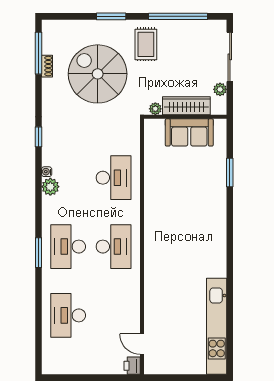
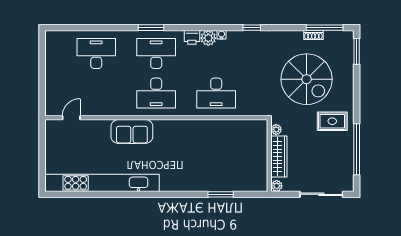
window: (111, 16) -> (357, 51), moved
spiral stairs: (98, 74) -> (307, 79), turned 90
plant: (220, 89) -> (277, 186), moved
sofa: (189, 132) -> (132, 131), moved, turned -90
kitchen unit: (217, 326) -> (102, 183), width x1.36
printer: (132, 366) -> (192, 37), moved, turned 180

